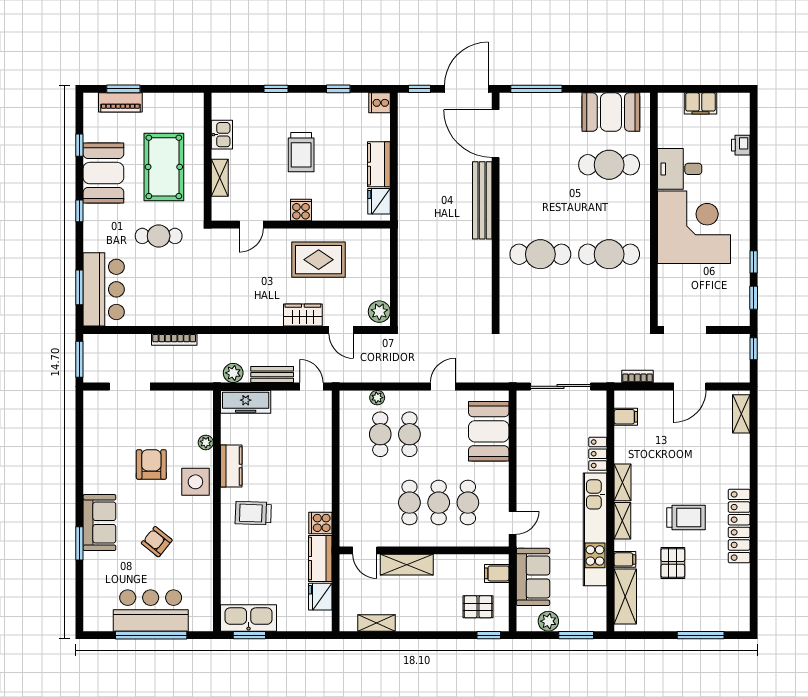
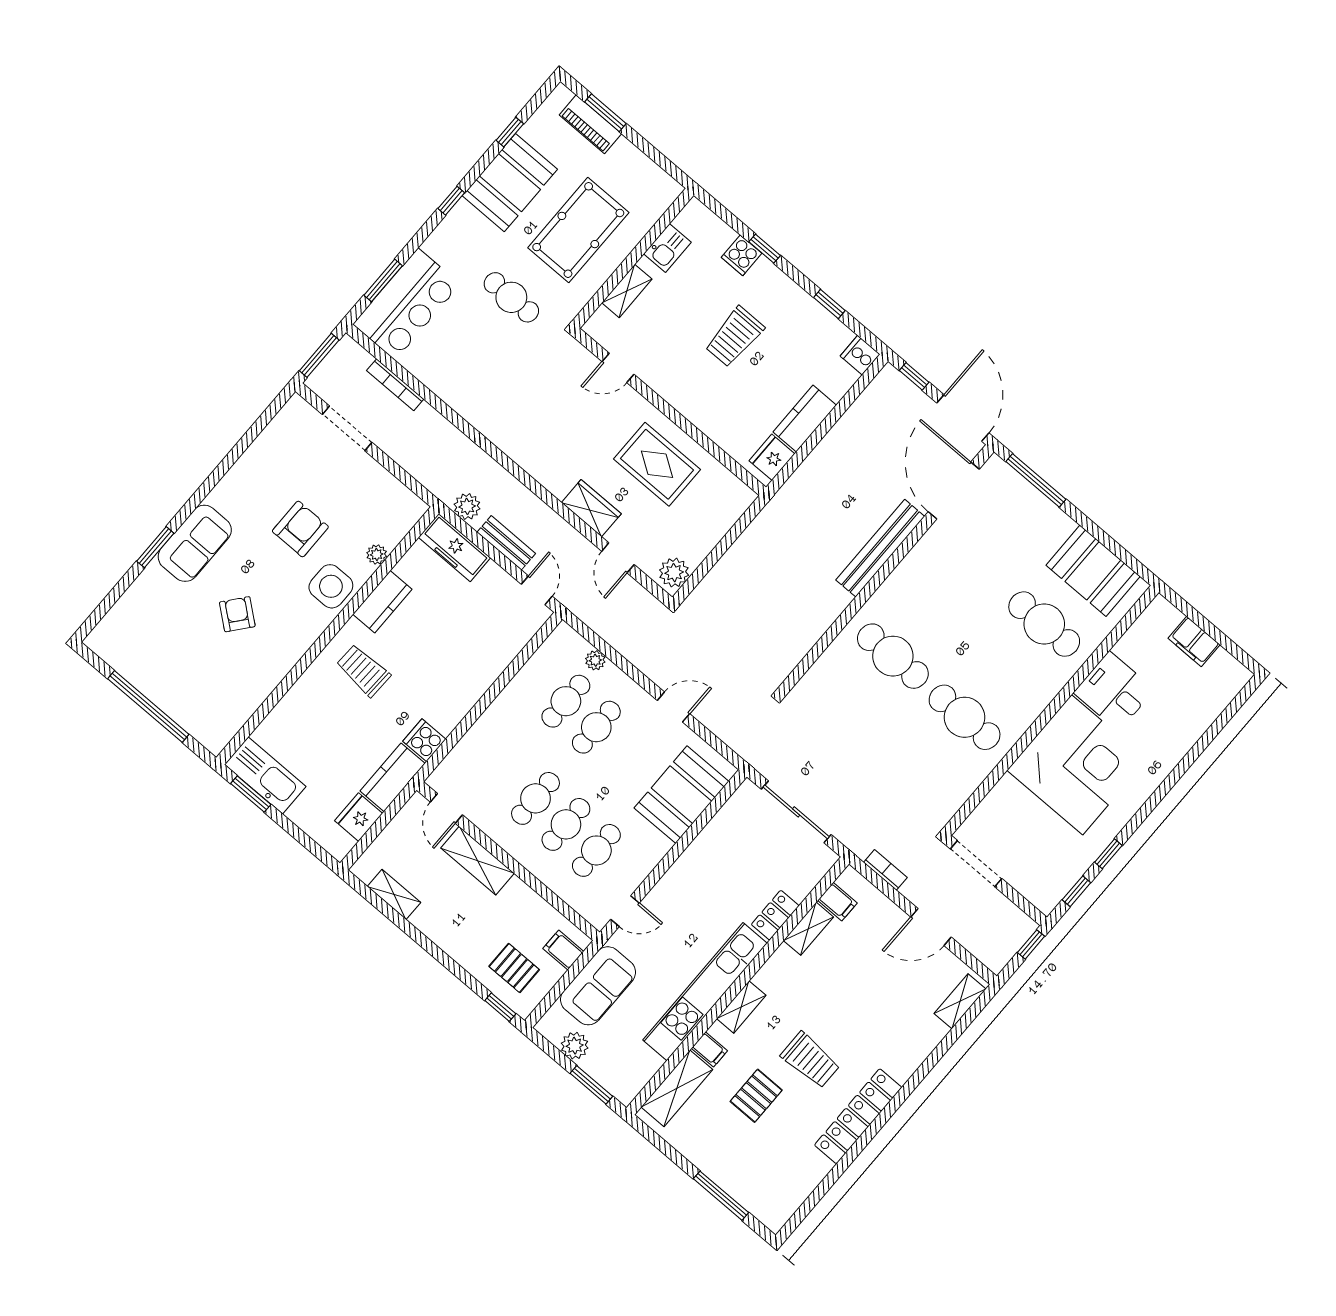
door: (466, 89) -> (963, 418), hinge flipped
printer: (741, 145) -> (1199, 721), removed
cooker: (301, 210) -> (742, 255), moved, turned 180
bookcase: (174, 340) -> (395, 385), moved
shelving: (623, 482) -> (808, 929), moved
bar counter: (151, 611) -> (170, 681), removed

